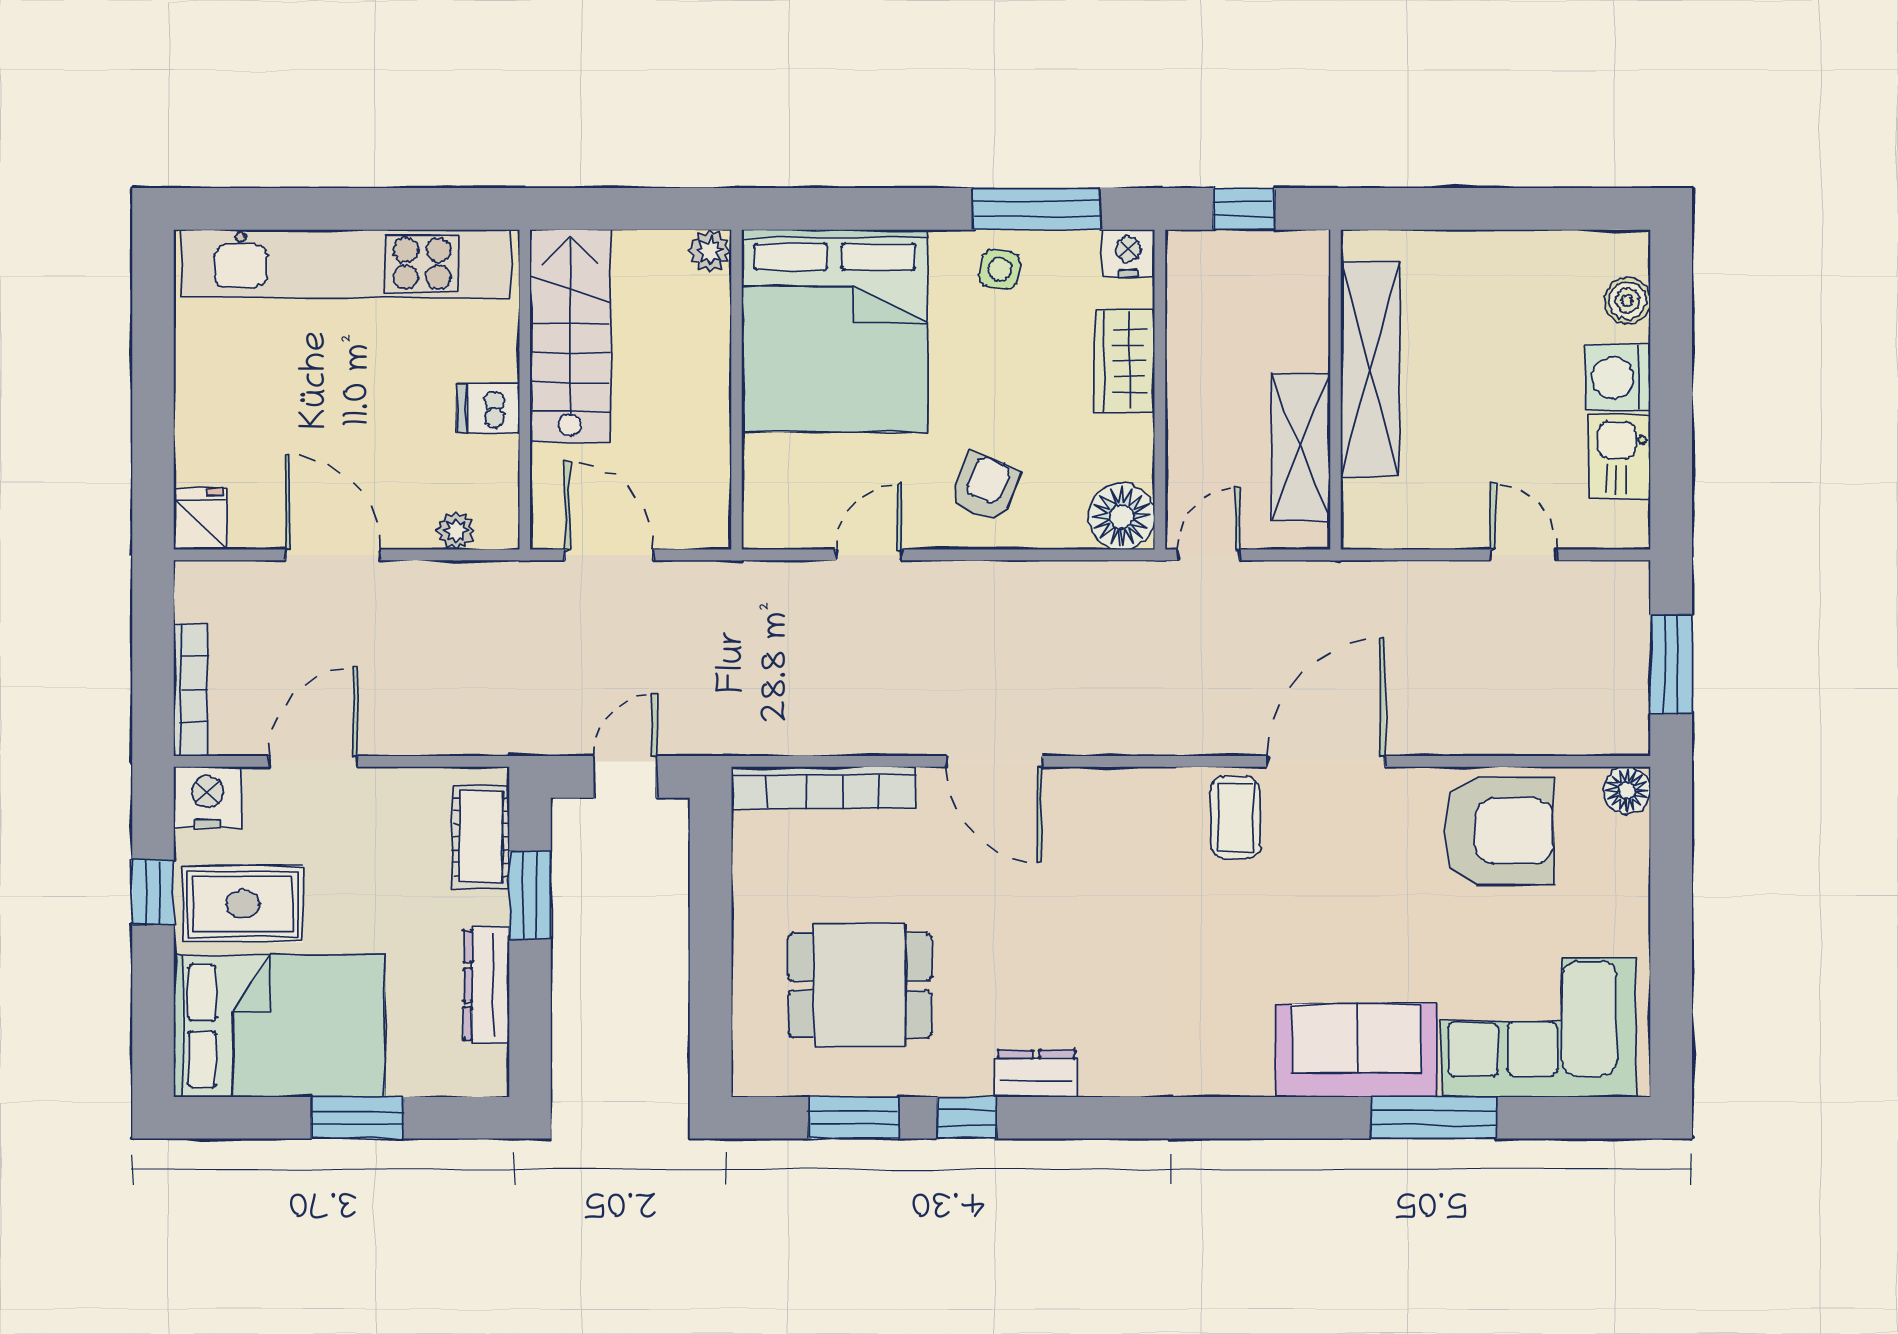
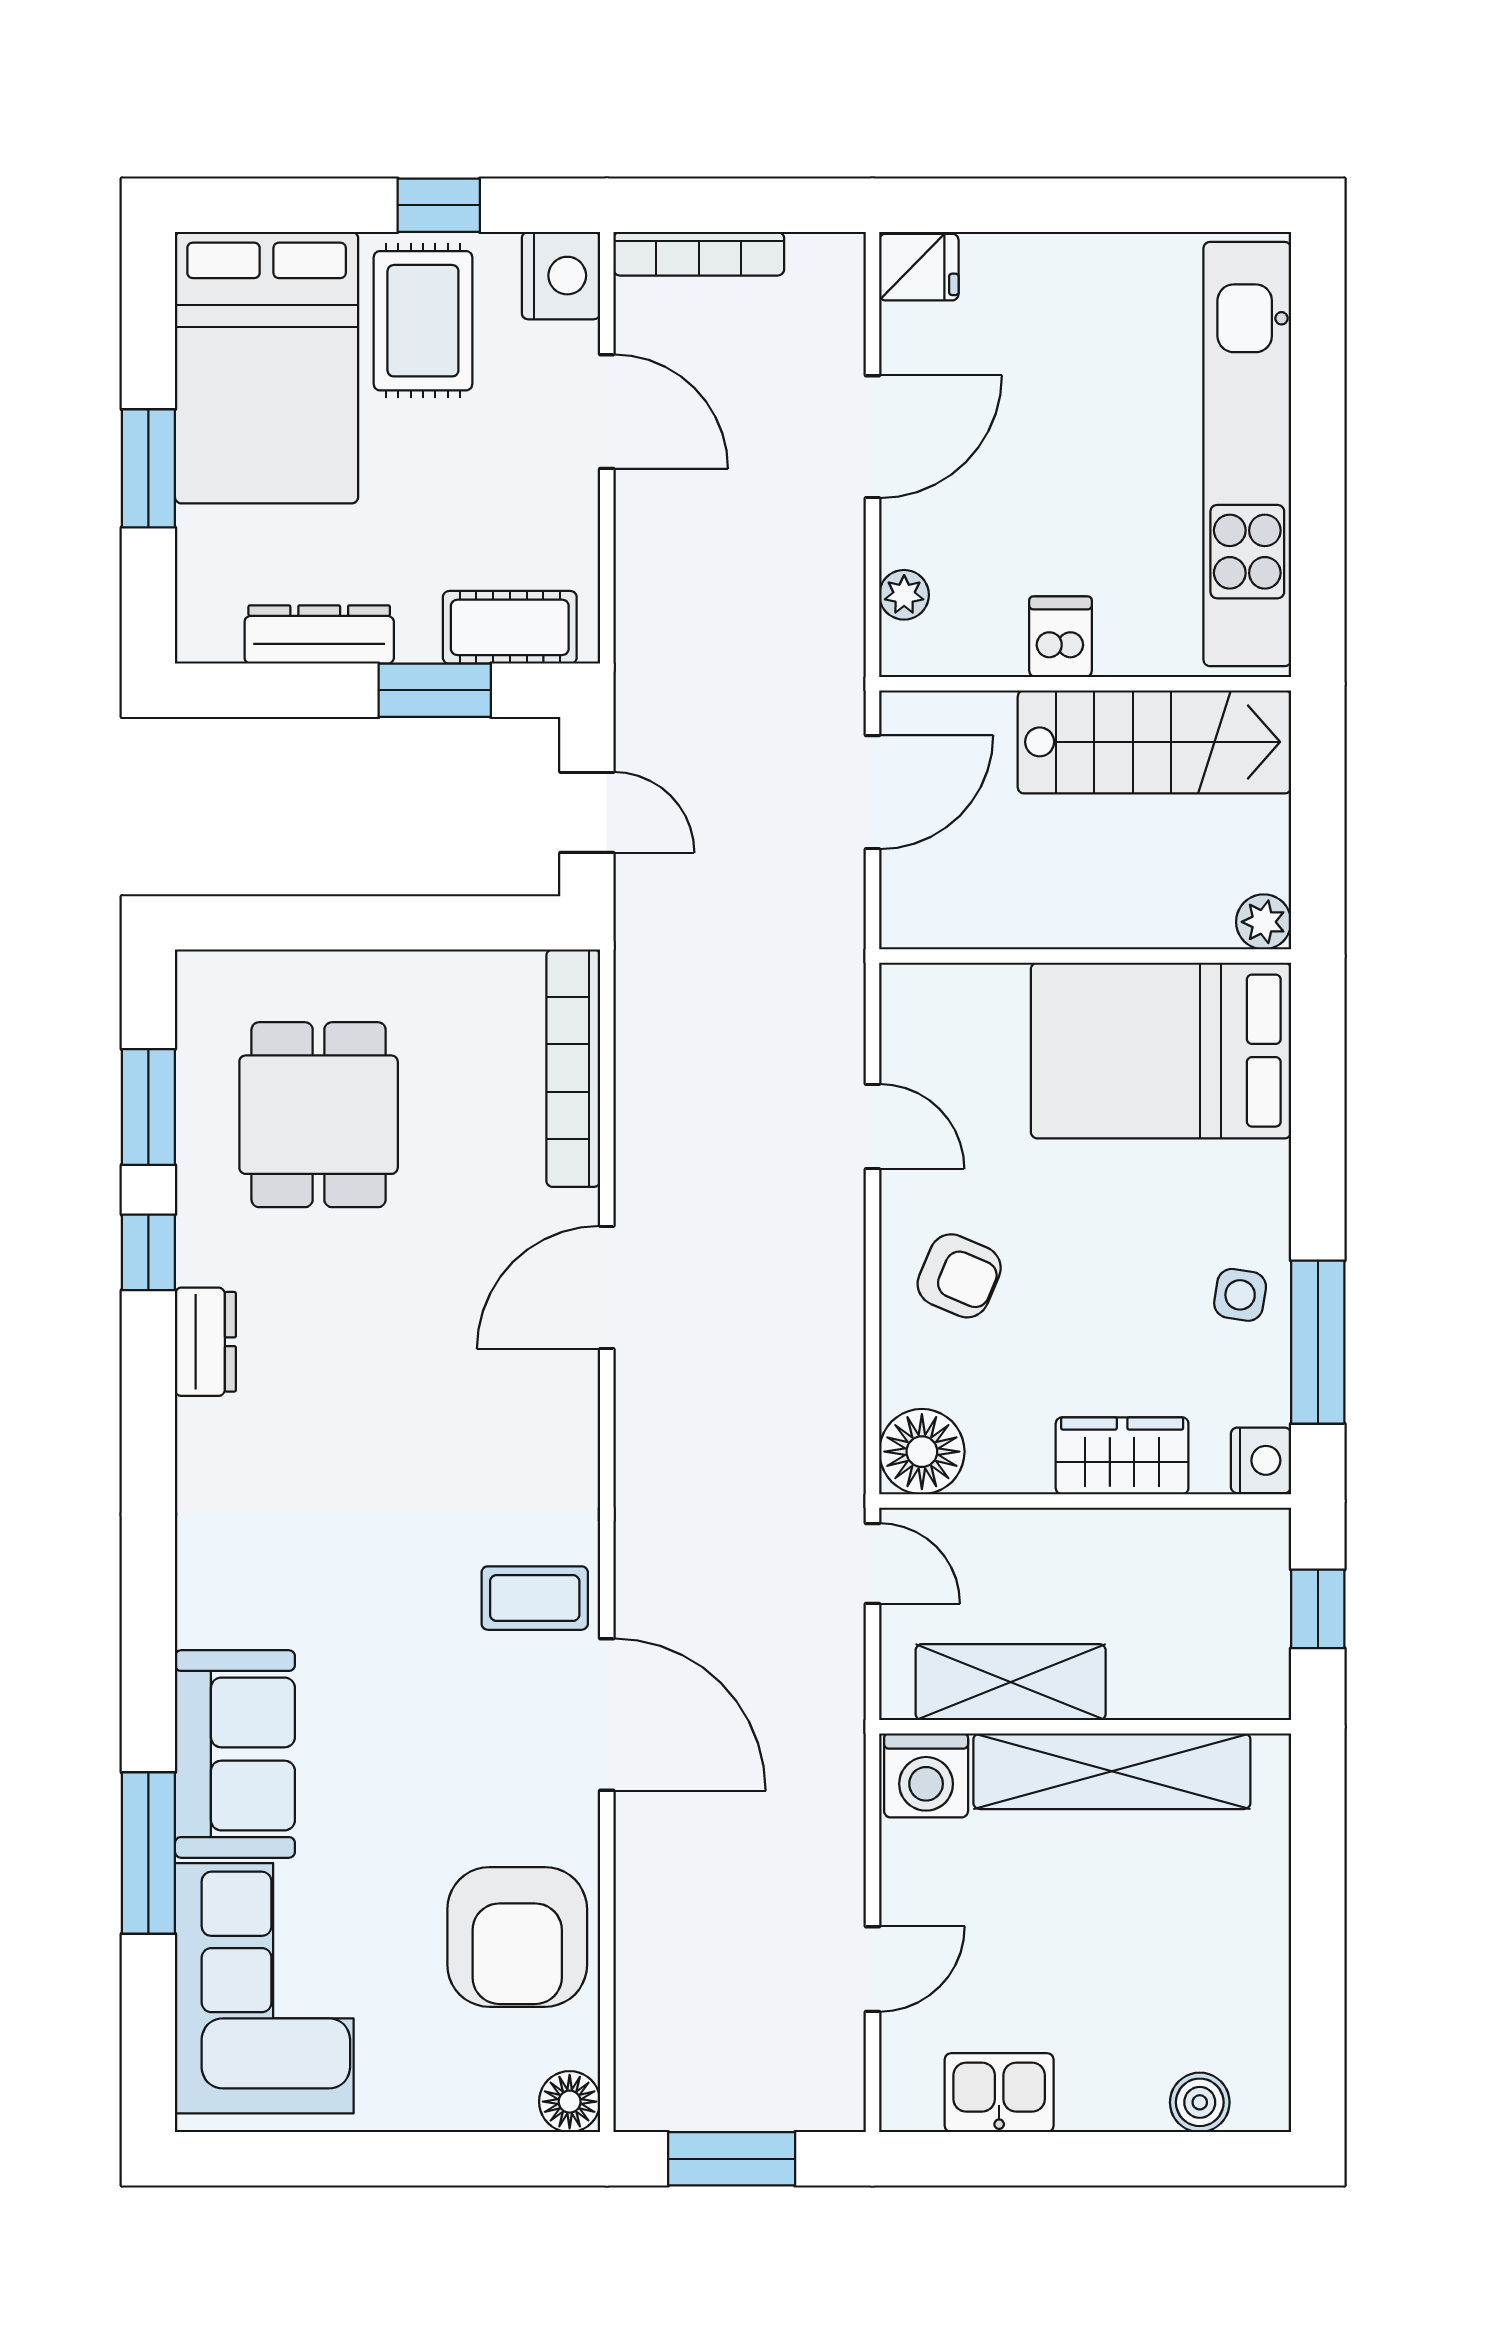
bed: (835, 331) -> (1161, 1051), width x0.73
washing machine: (1618, 377) -> (926, 1775), moved, turned 180

